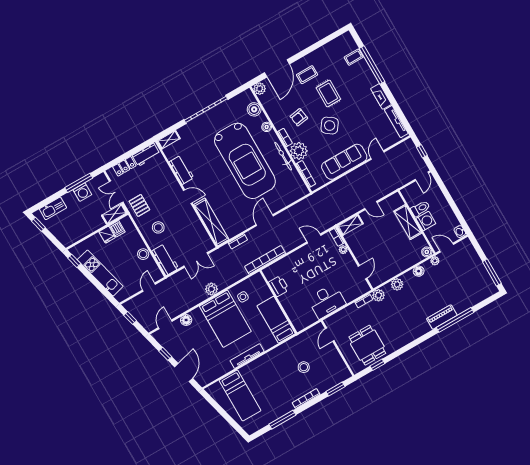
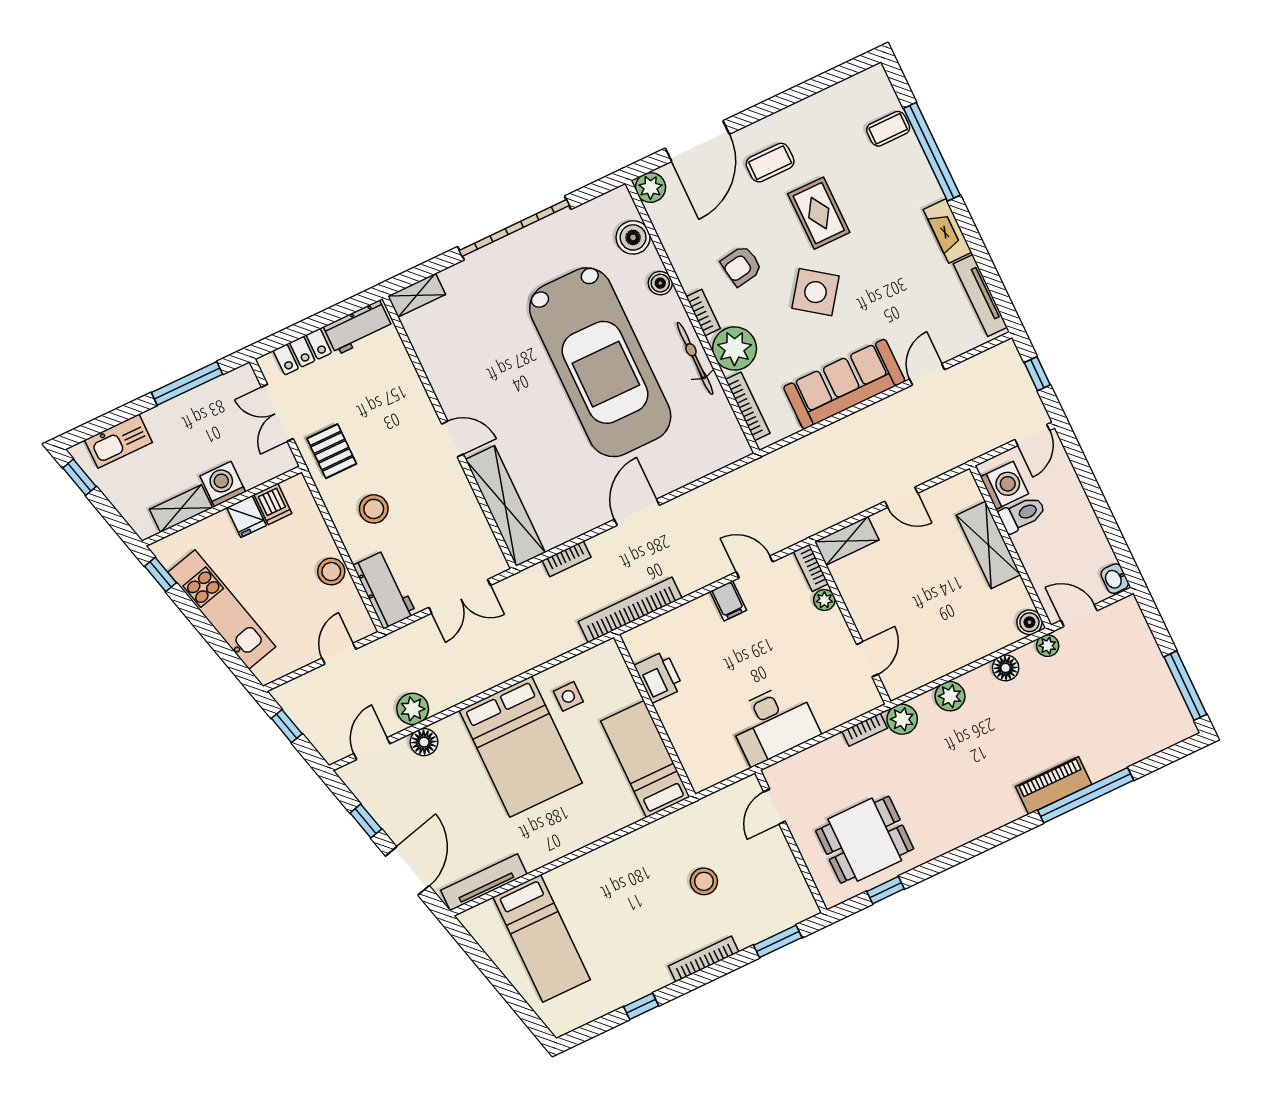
workbench: (182, 170) -> (442, 372), removed
washing machine: (82, 192) -> (223, 484), moved, turned 180
shelving: (114, 214) -> (181, 509), moved
washing machine: (426, 221) -> (1004, 485), moved
filing cabinet: (304, 253) -> (728, 601), added
plant: (211, 289) -> (413, 709), moved
dining table: (367, 345) -> (865, 840), turned 90
tv unit: (247, 356) -> (484, 882), moved
window: (282, 420) -> (641, 1006), width x0.46

